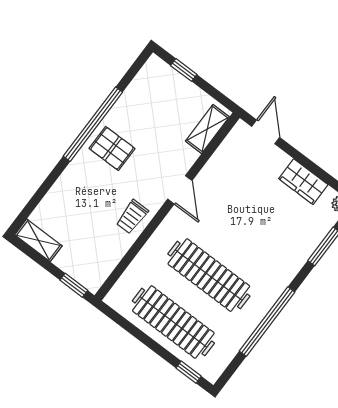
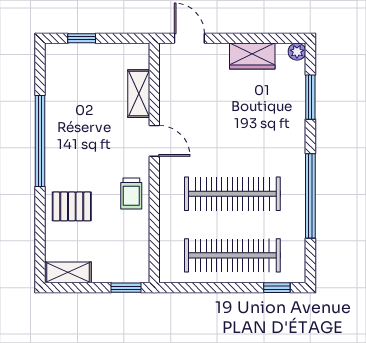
shelving: (207, 129) -> (139, 94), moved
pallet: (112, 148) -> (72, 206), moved

